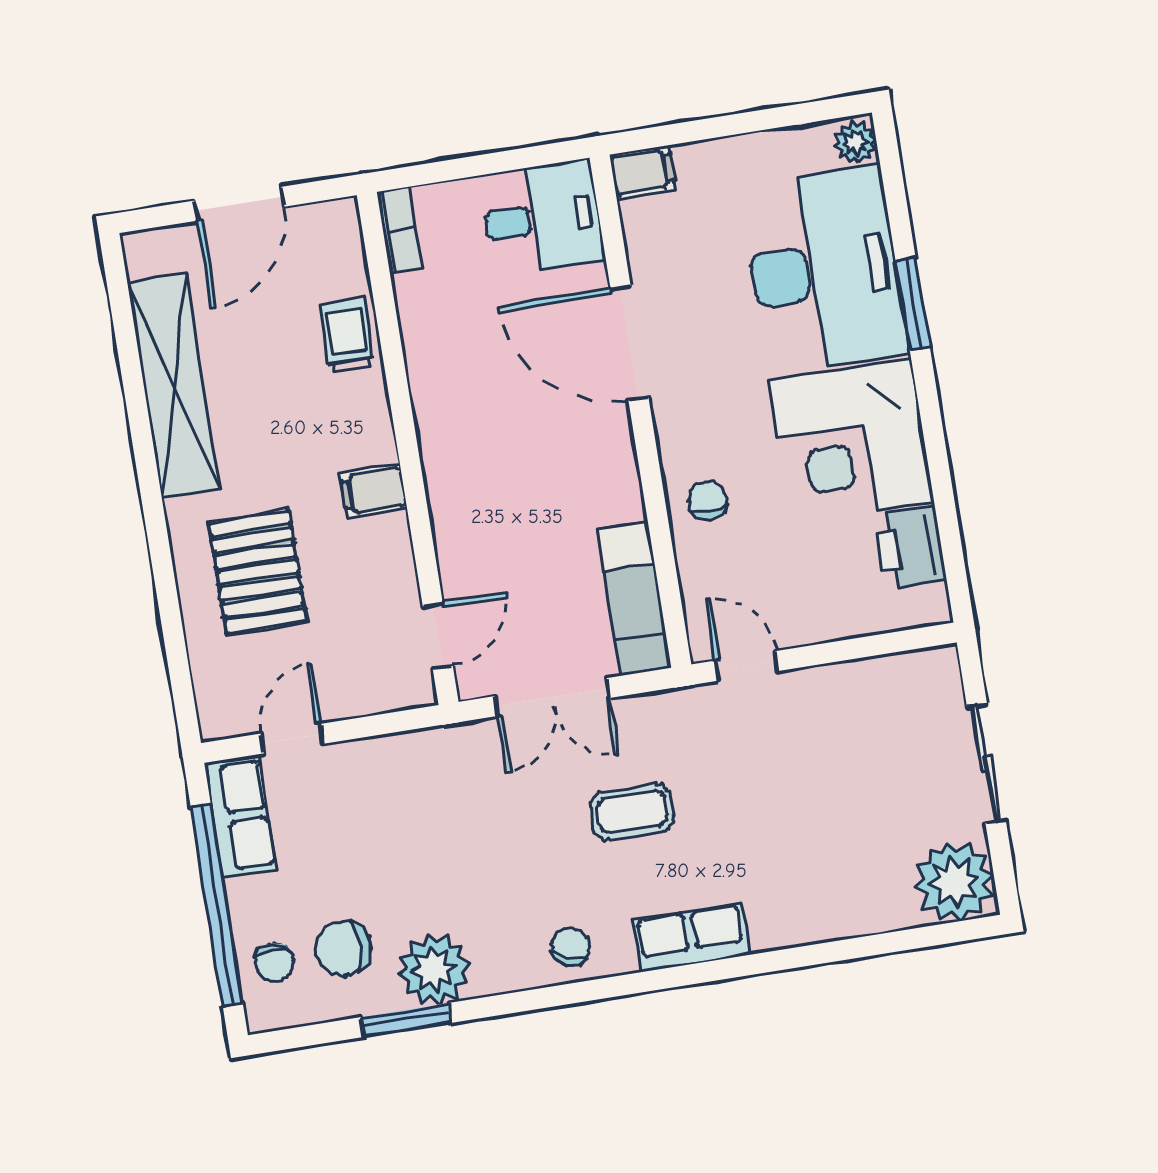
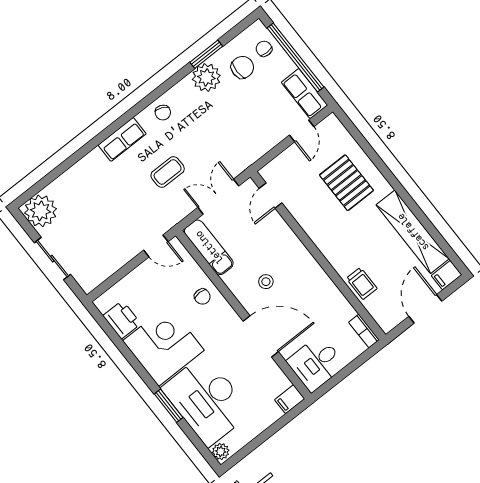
stool: (552, 455) -> (266, 282), added
filing cabinet: (373, 491) -> (446, 275), moved, turned 180

